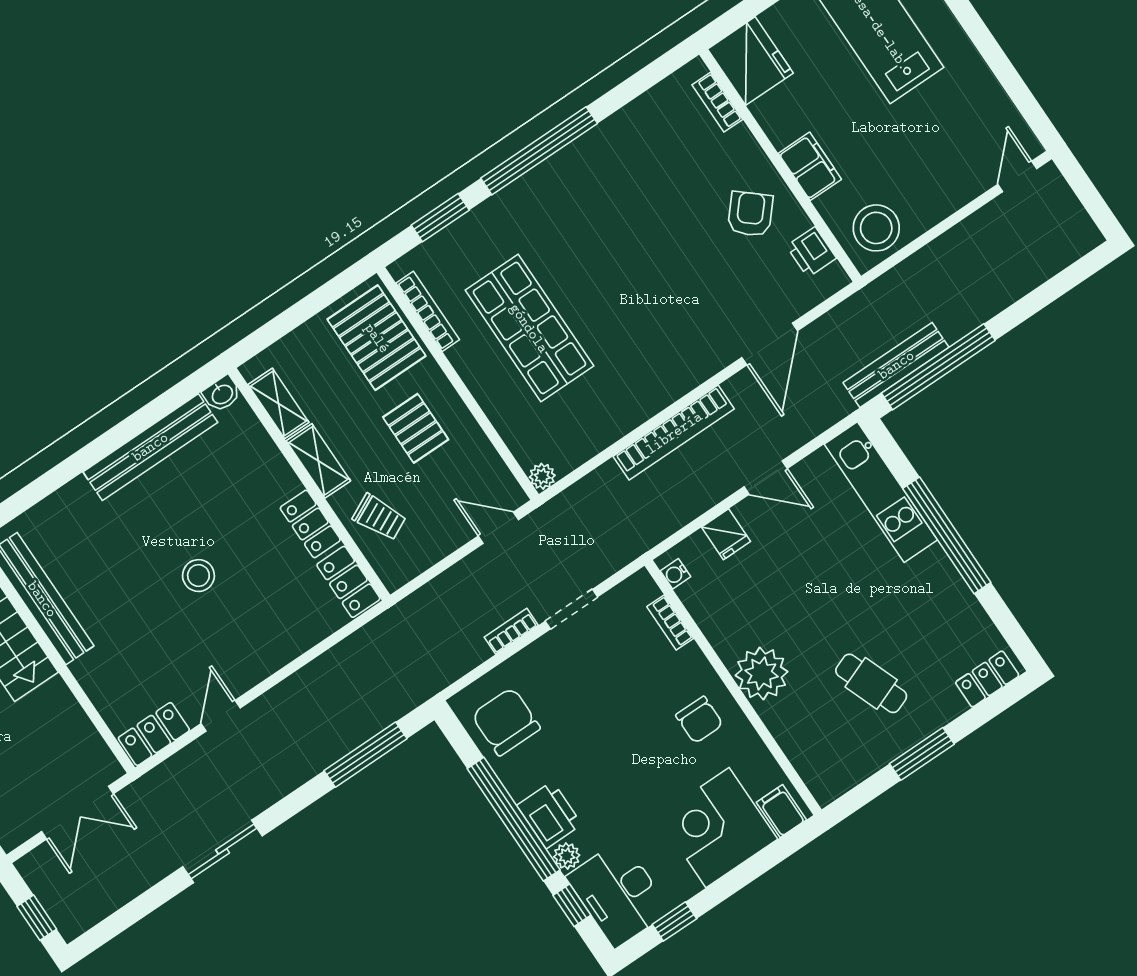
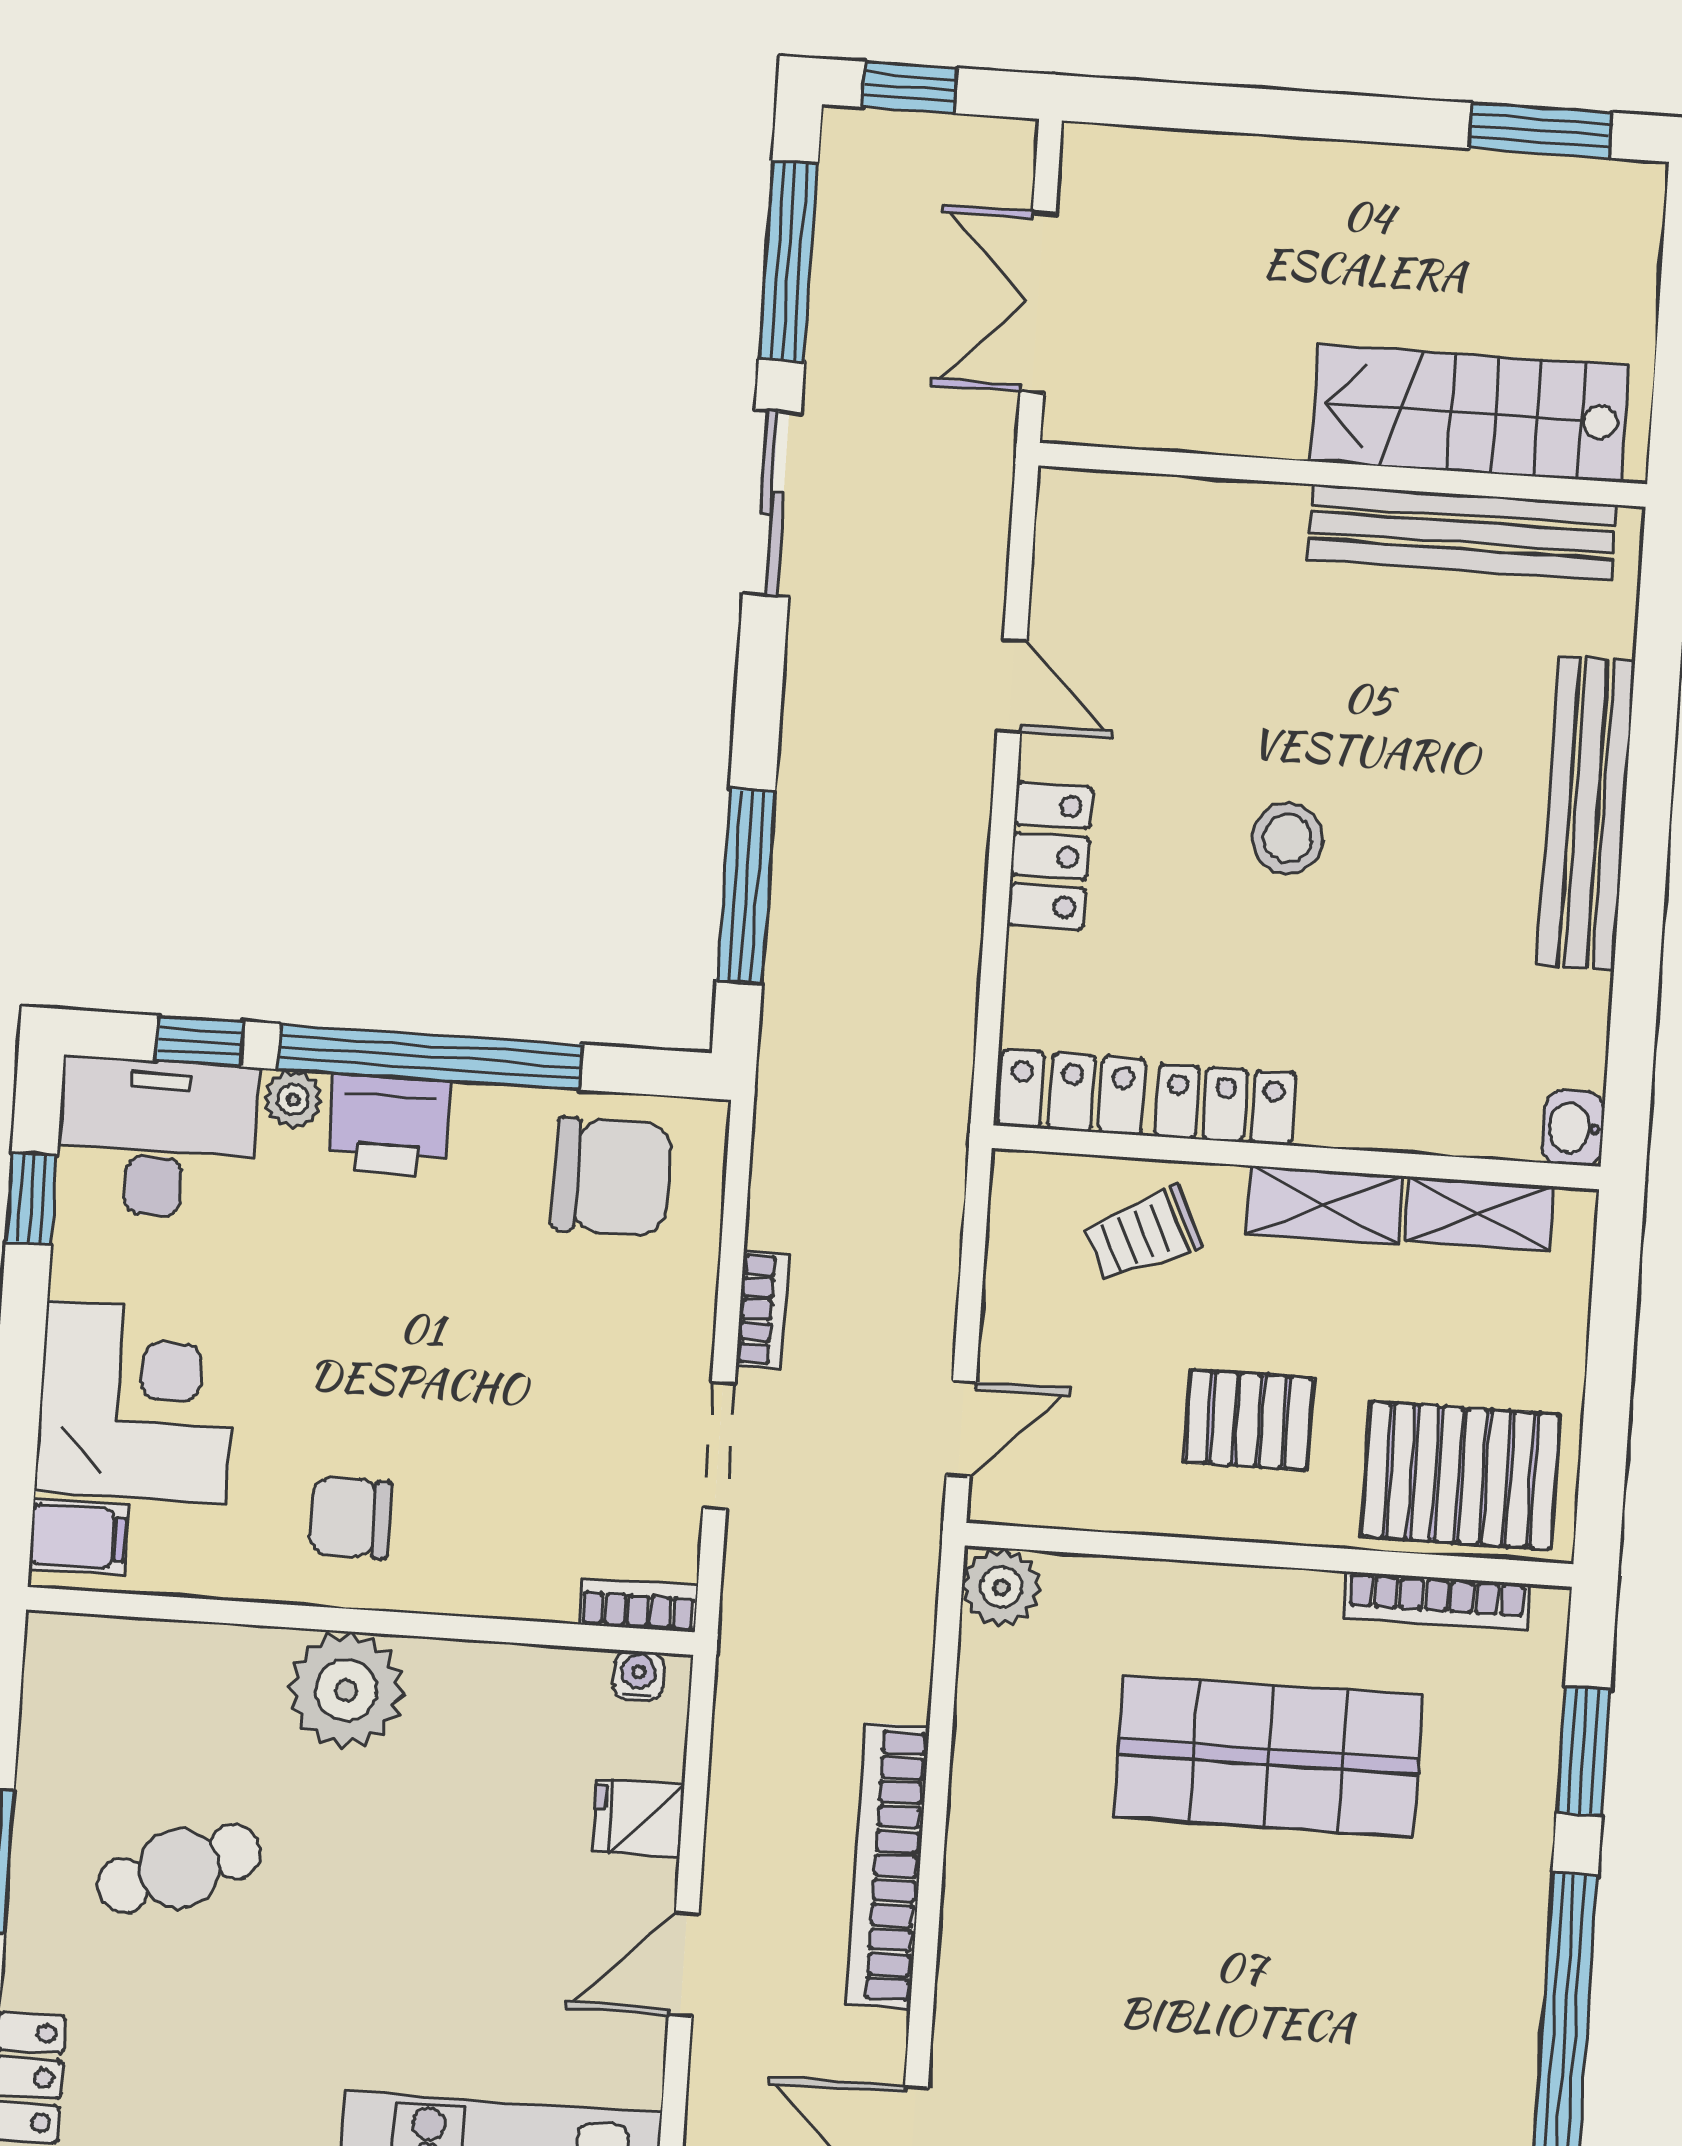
bench: (150, 447) -> (1586, 813), moved
plant: (542, 476) -> (1001, 1587), width x1.38, depth x1.38
bookcase: (670, 622) -> (638, 1605), moved
locker: (154, 734) -> (1050, 856), moved
window: (132, 913) -> (788, 261), added

